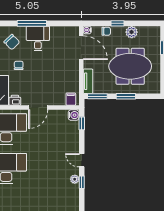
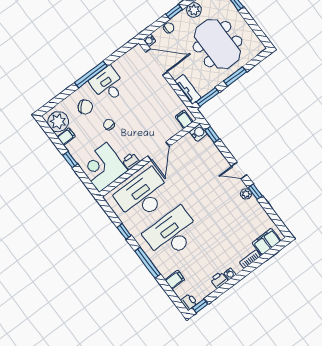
meeting table: (130, 66) -> (217, 44), turned 90

